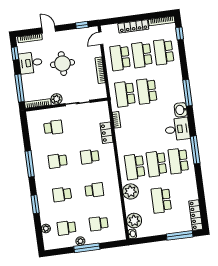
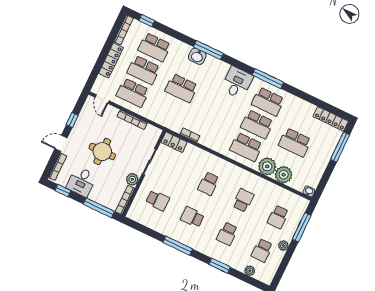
window: (82, 25) -> (72, 120), moved
school desk: (125, 94) -> (171, 111), removed
washbasin: (181, 110) -> (197, 56), moved
school desk: (53, 127) -> (158, 200), turned 90
locker: (106, 133) -> (174, 142), moved
school desk: (58, 161) -> (192, 217), turned 90
plant: (134, 221) -> (284, 175), moved
window: (87, 248) -> (302, 227), moved

